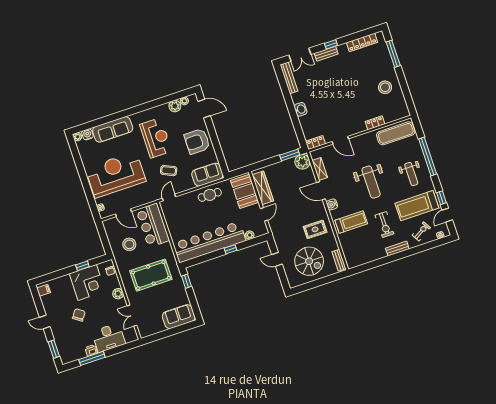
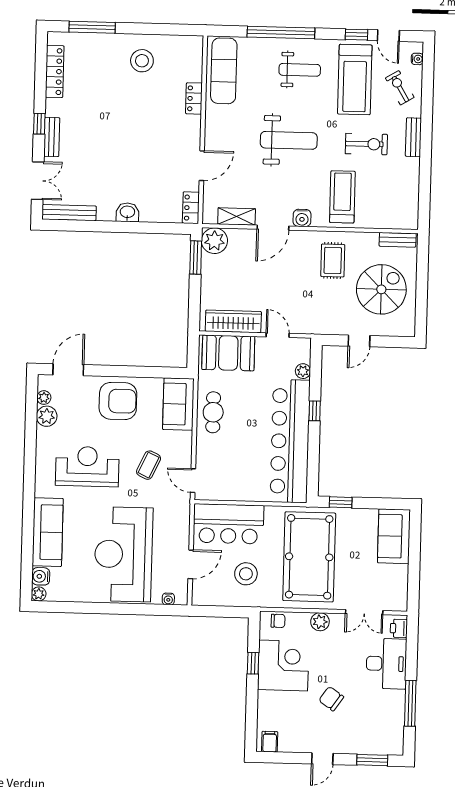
armchair: (197, 141) -> (118, 401), turned -90
pool table: (151, 275) -> (309, 557), width x1.36, depth x1.32
printer: (91, 350) -> (399, 628), moved

